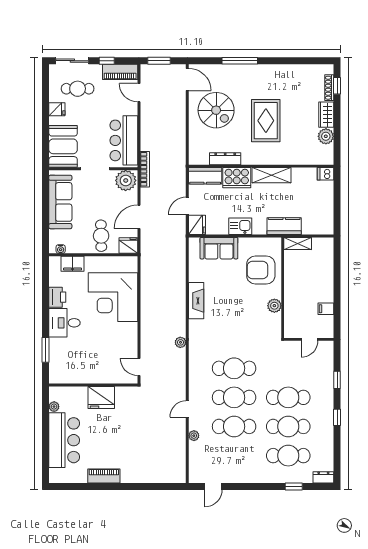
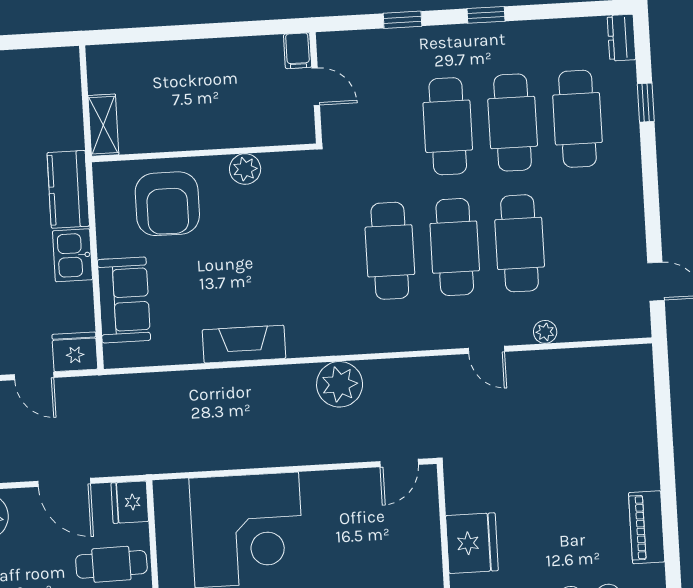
kitchen counter: (284, 226) -> (68, 189), moved
filing cabinet: (326, 309) -> (298, 51), moved
plant: (180, 342) -> (340, 384), width x1.88, depth x1.88

